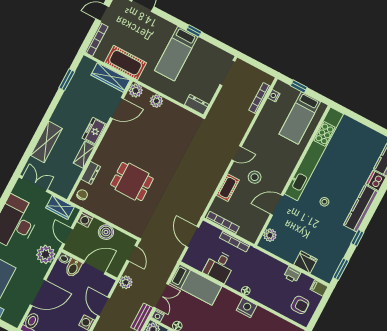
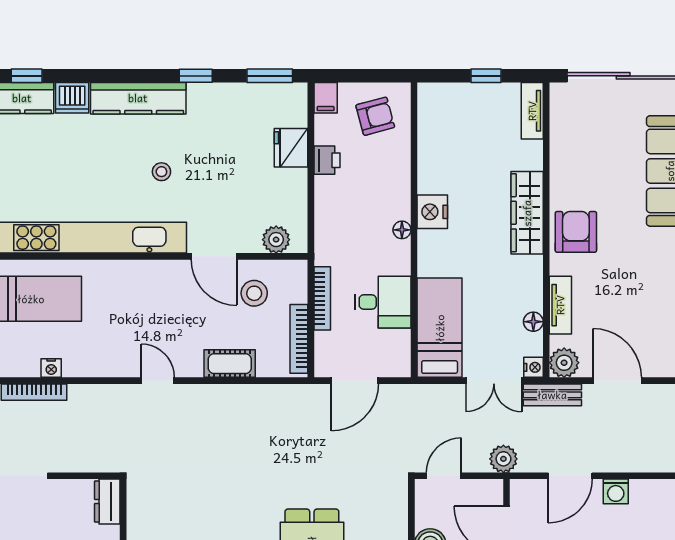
nightstand: (274, 96) -> (51, 368), moved
stool: (255, 177) -> (254, 293), moved
double door: (161, 296) -> (494, 381), swing flipped
armchair: (300, 305) -> (375, 116), turned 75

